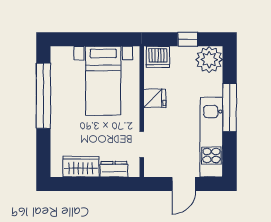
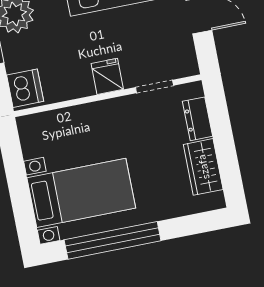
bed with nightstands: (103, 81) -> (81, 193), moved
fridge: (155, 98) -> (107, 76), moved

